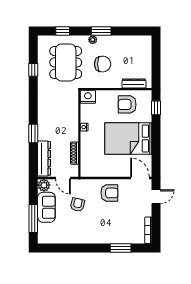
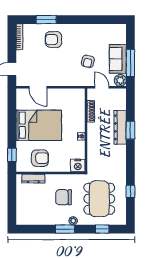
dresser: (44, 158) -> (120, 127), moved
door: (140, 178) -> (38, 87), moved
armchair: (109, 193) -> (54, 40), moved
window: (33, 218) -> (130, 63), moved

